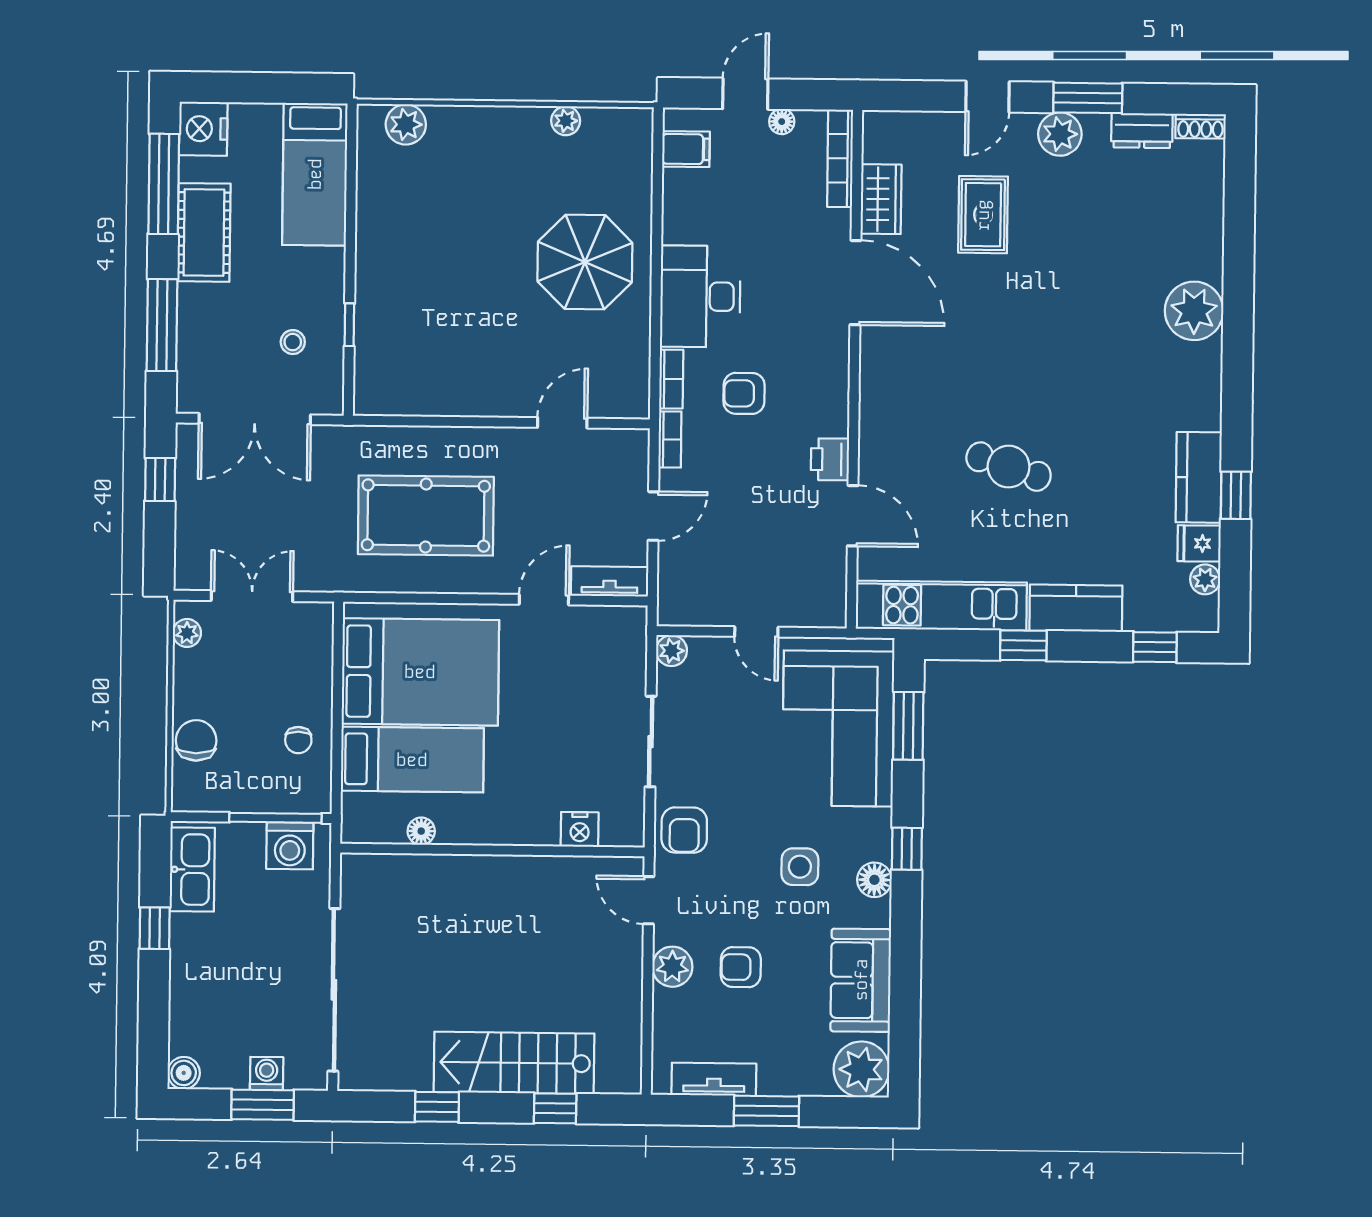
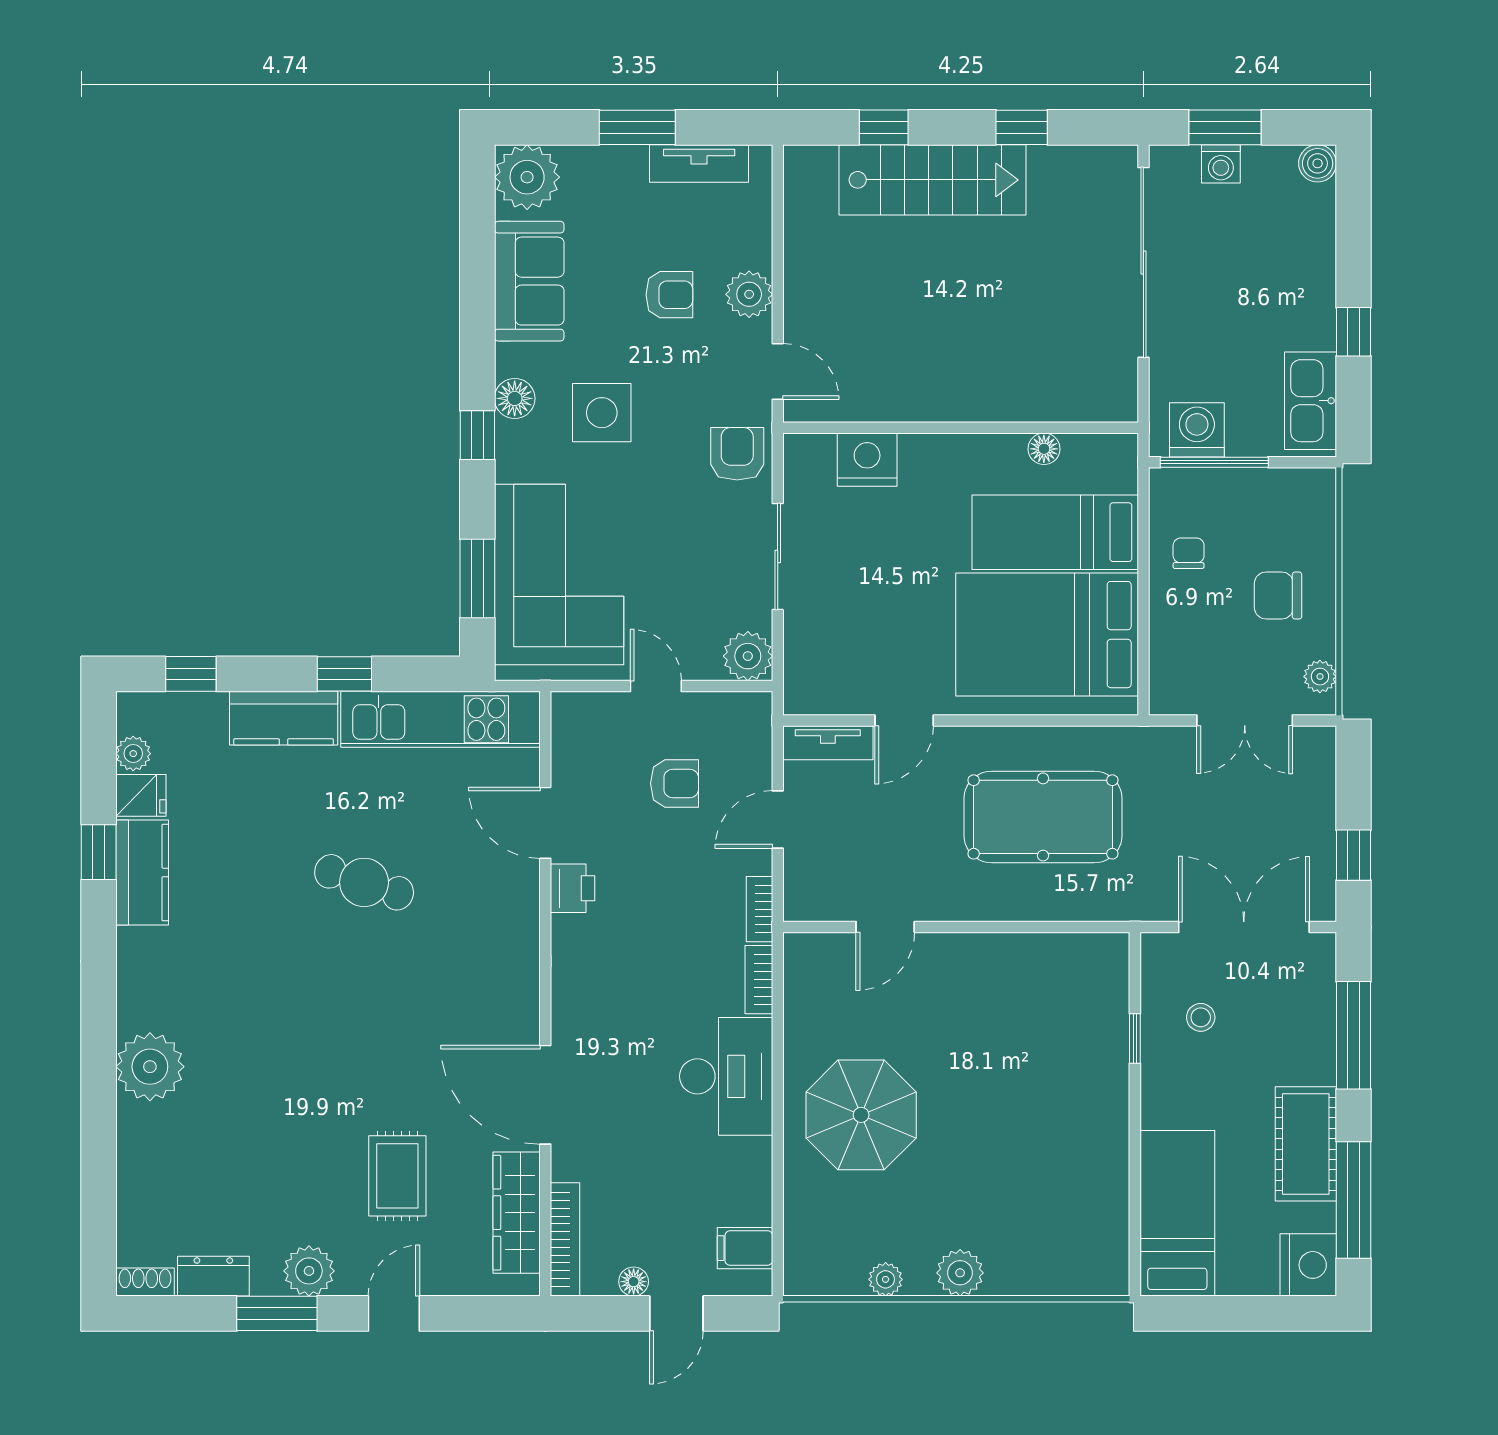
plant: (406, 124) -> (960, 1273), moved
wardrobe: (881, 199) -> (517, 1213), width x1.50
armchair: (744, 393) -> (675, 783), moved
plant: (672, 651) -> (748, 656), width x1.38, depth x1.38
chair: (196, 740) -> (1278, 596), moved, turned 90
nightstand: (580, 829) -> (867, 460), width x1.36, depth x1.33
side table: (800, 867) -> (602, 413), width x1.37, depth x1.37

